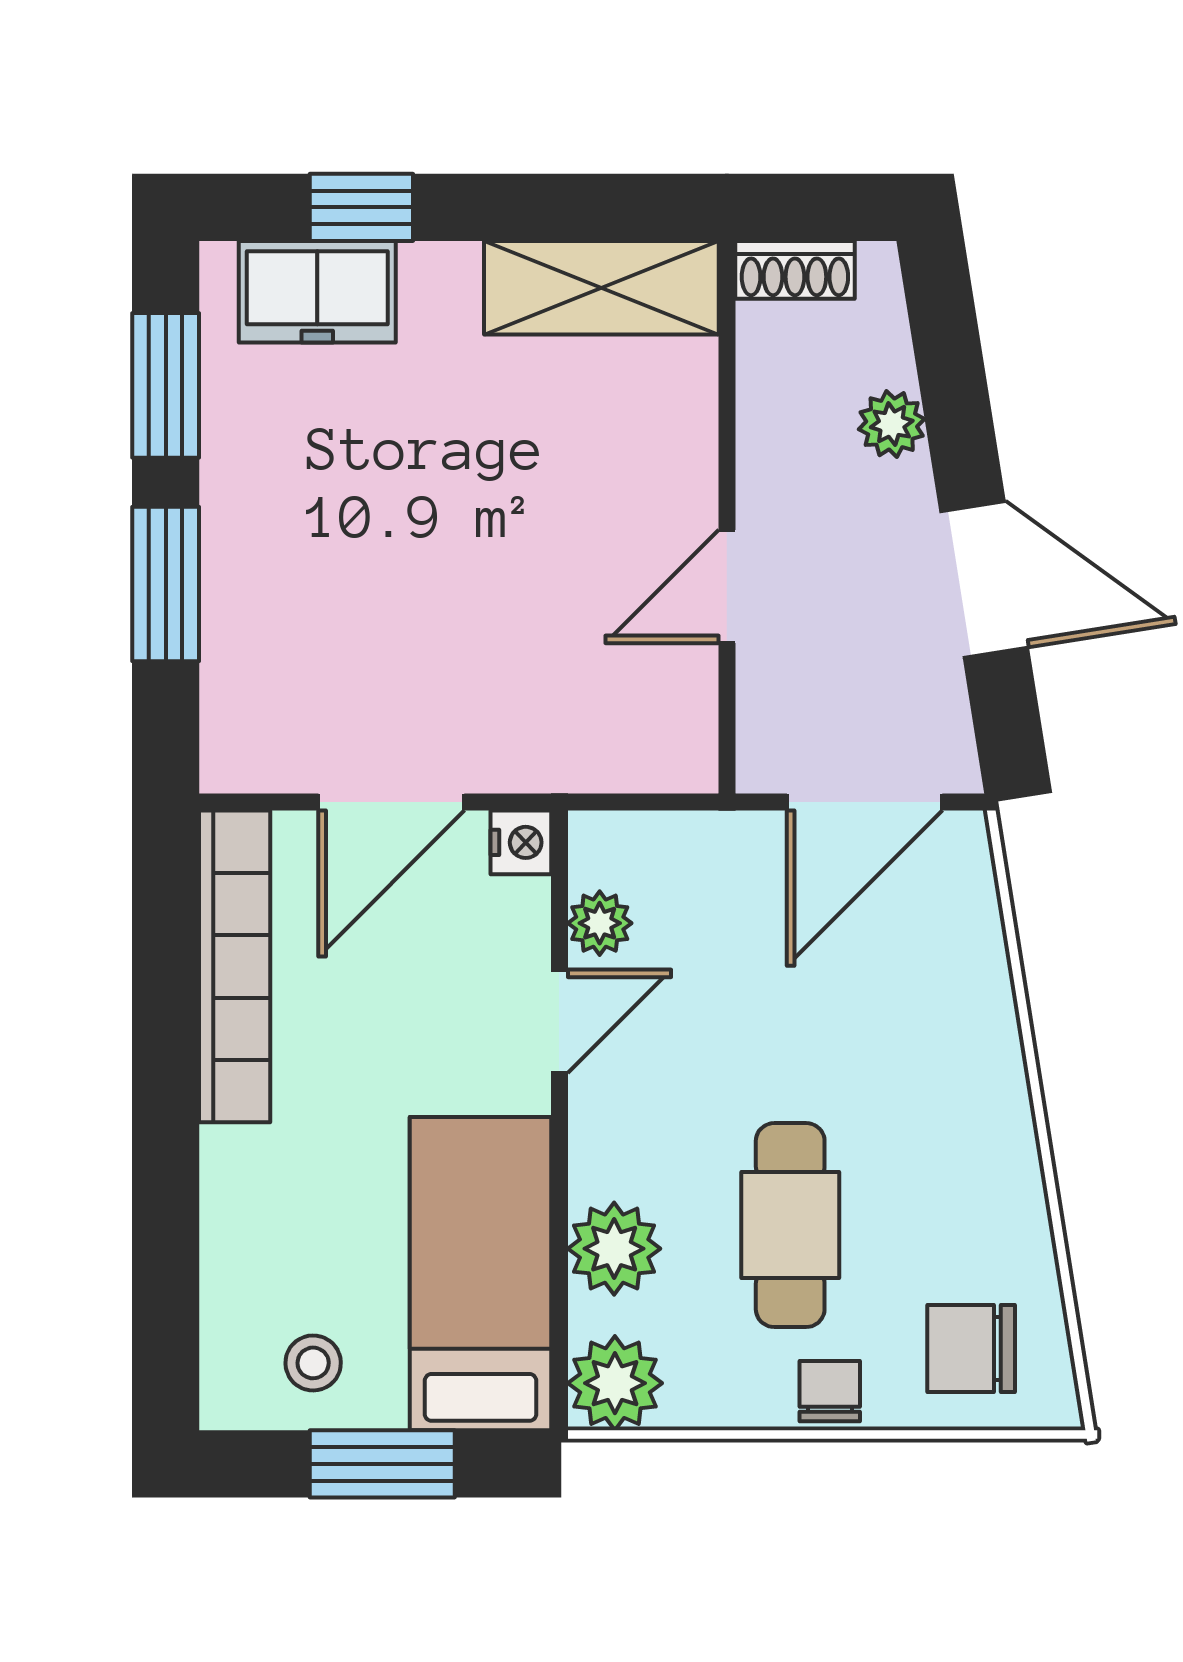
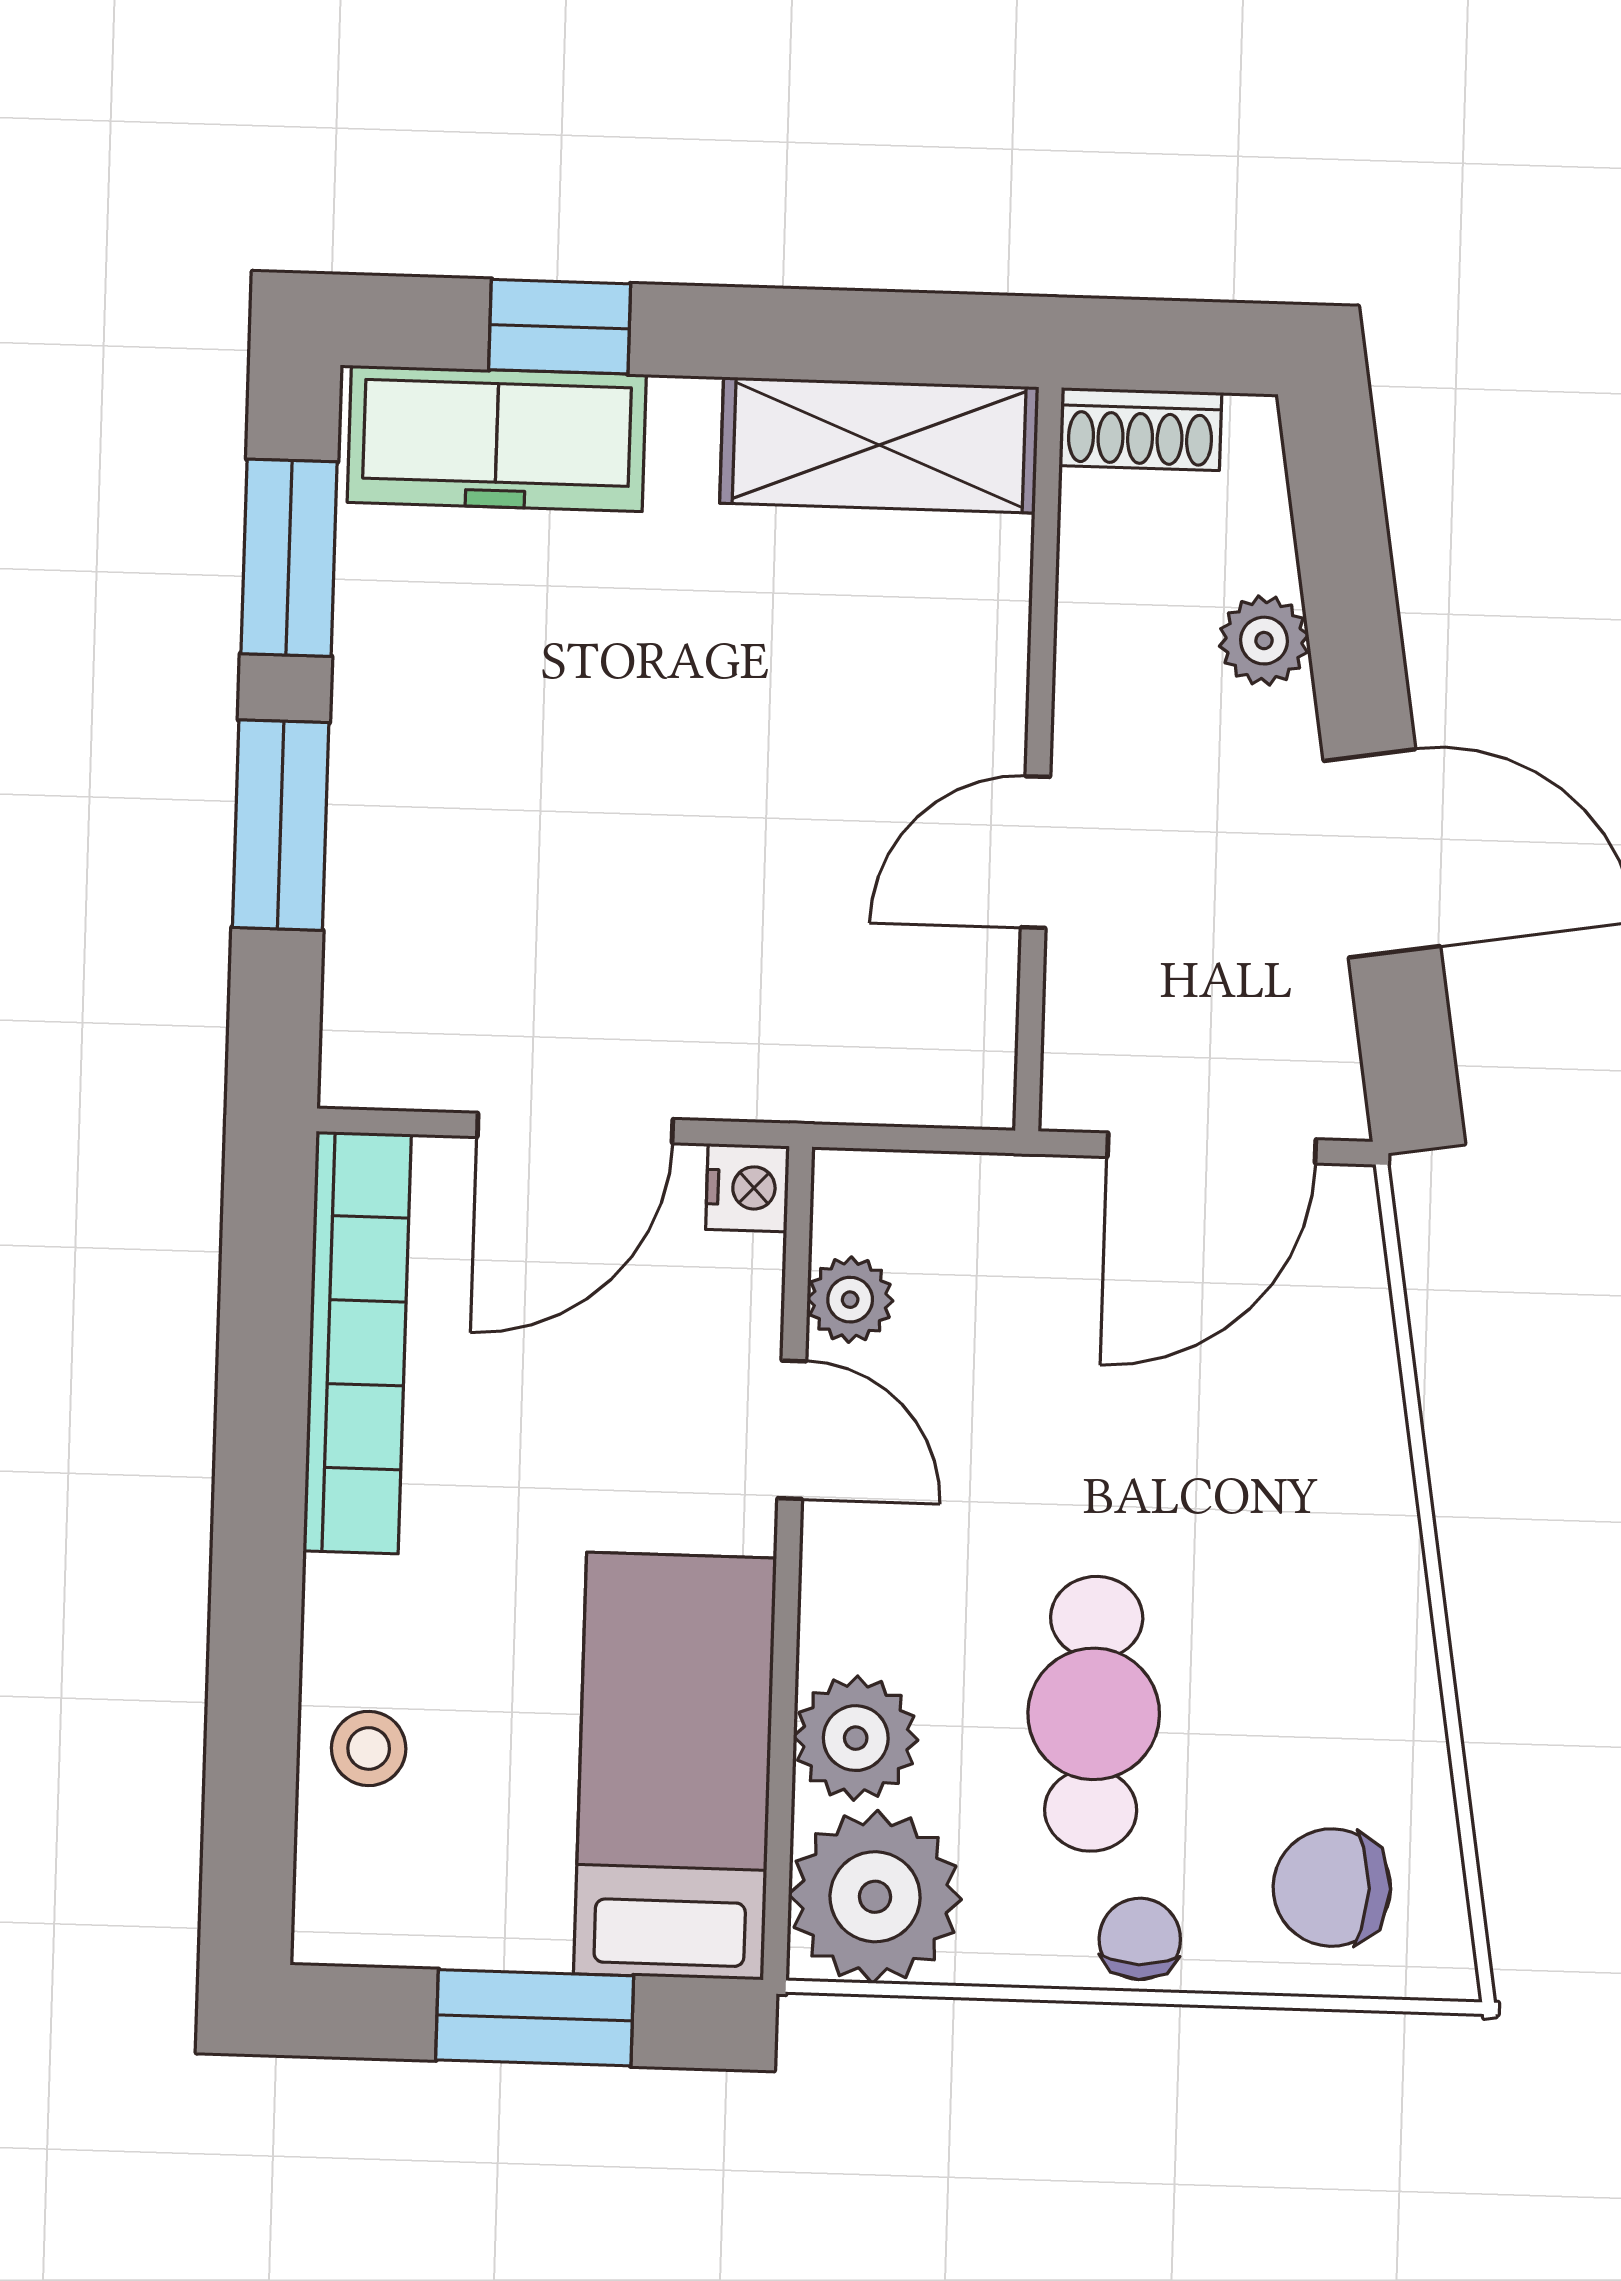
freezer: (317, 292) -> (497, 438), width x1.40
door: (559, 1021) -> (792, 1430), hinge flipped
stool: (313, 1363) -> (369, 1748), moved
plant: (615, 1383) -> (875, 1897), width x1.36, depth x1.36

